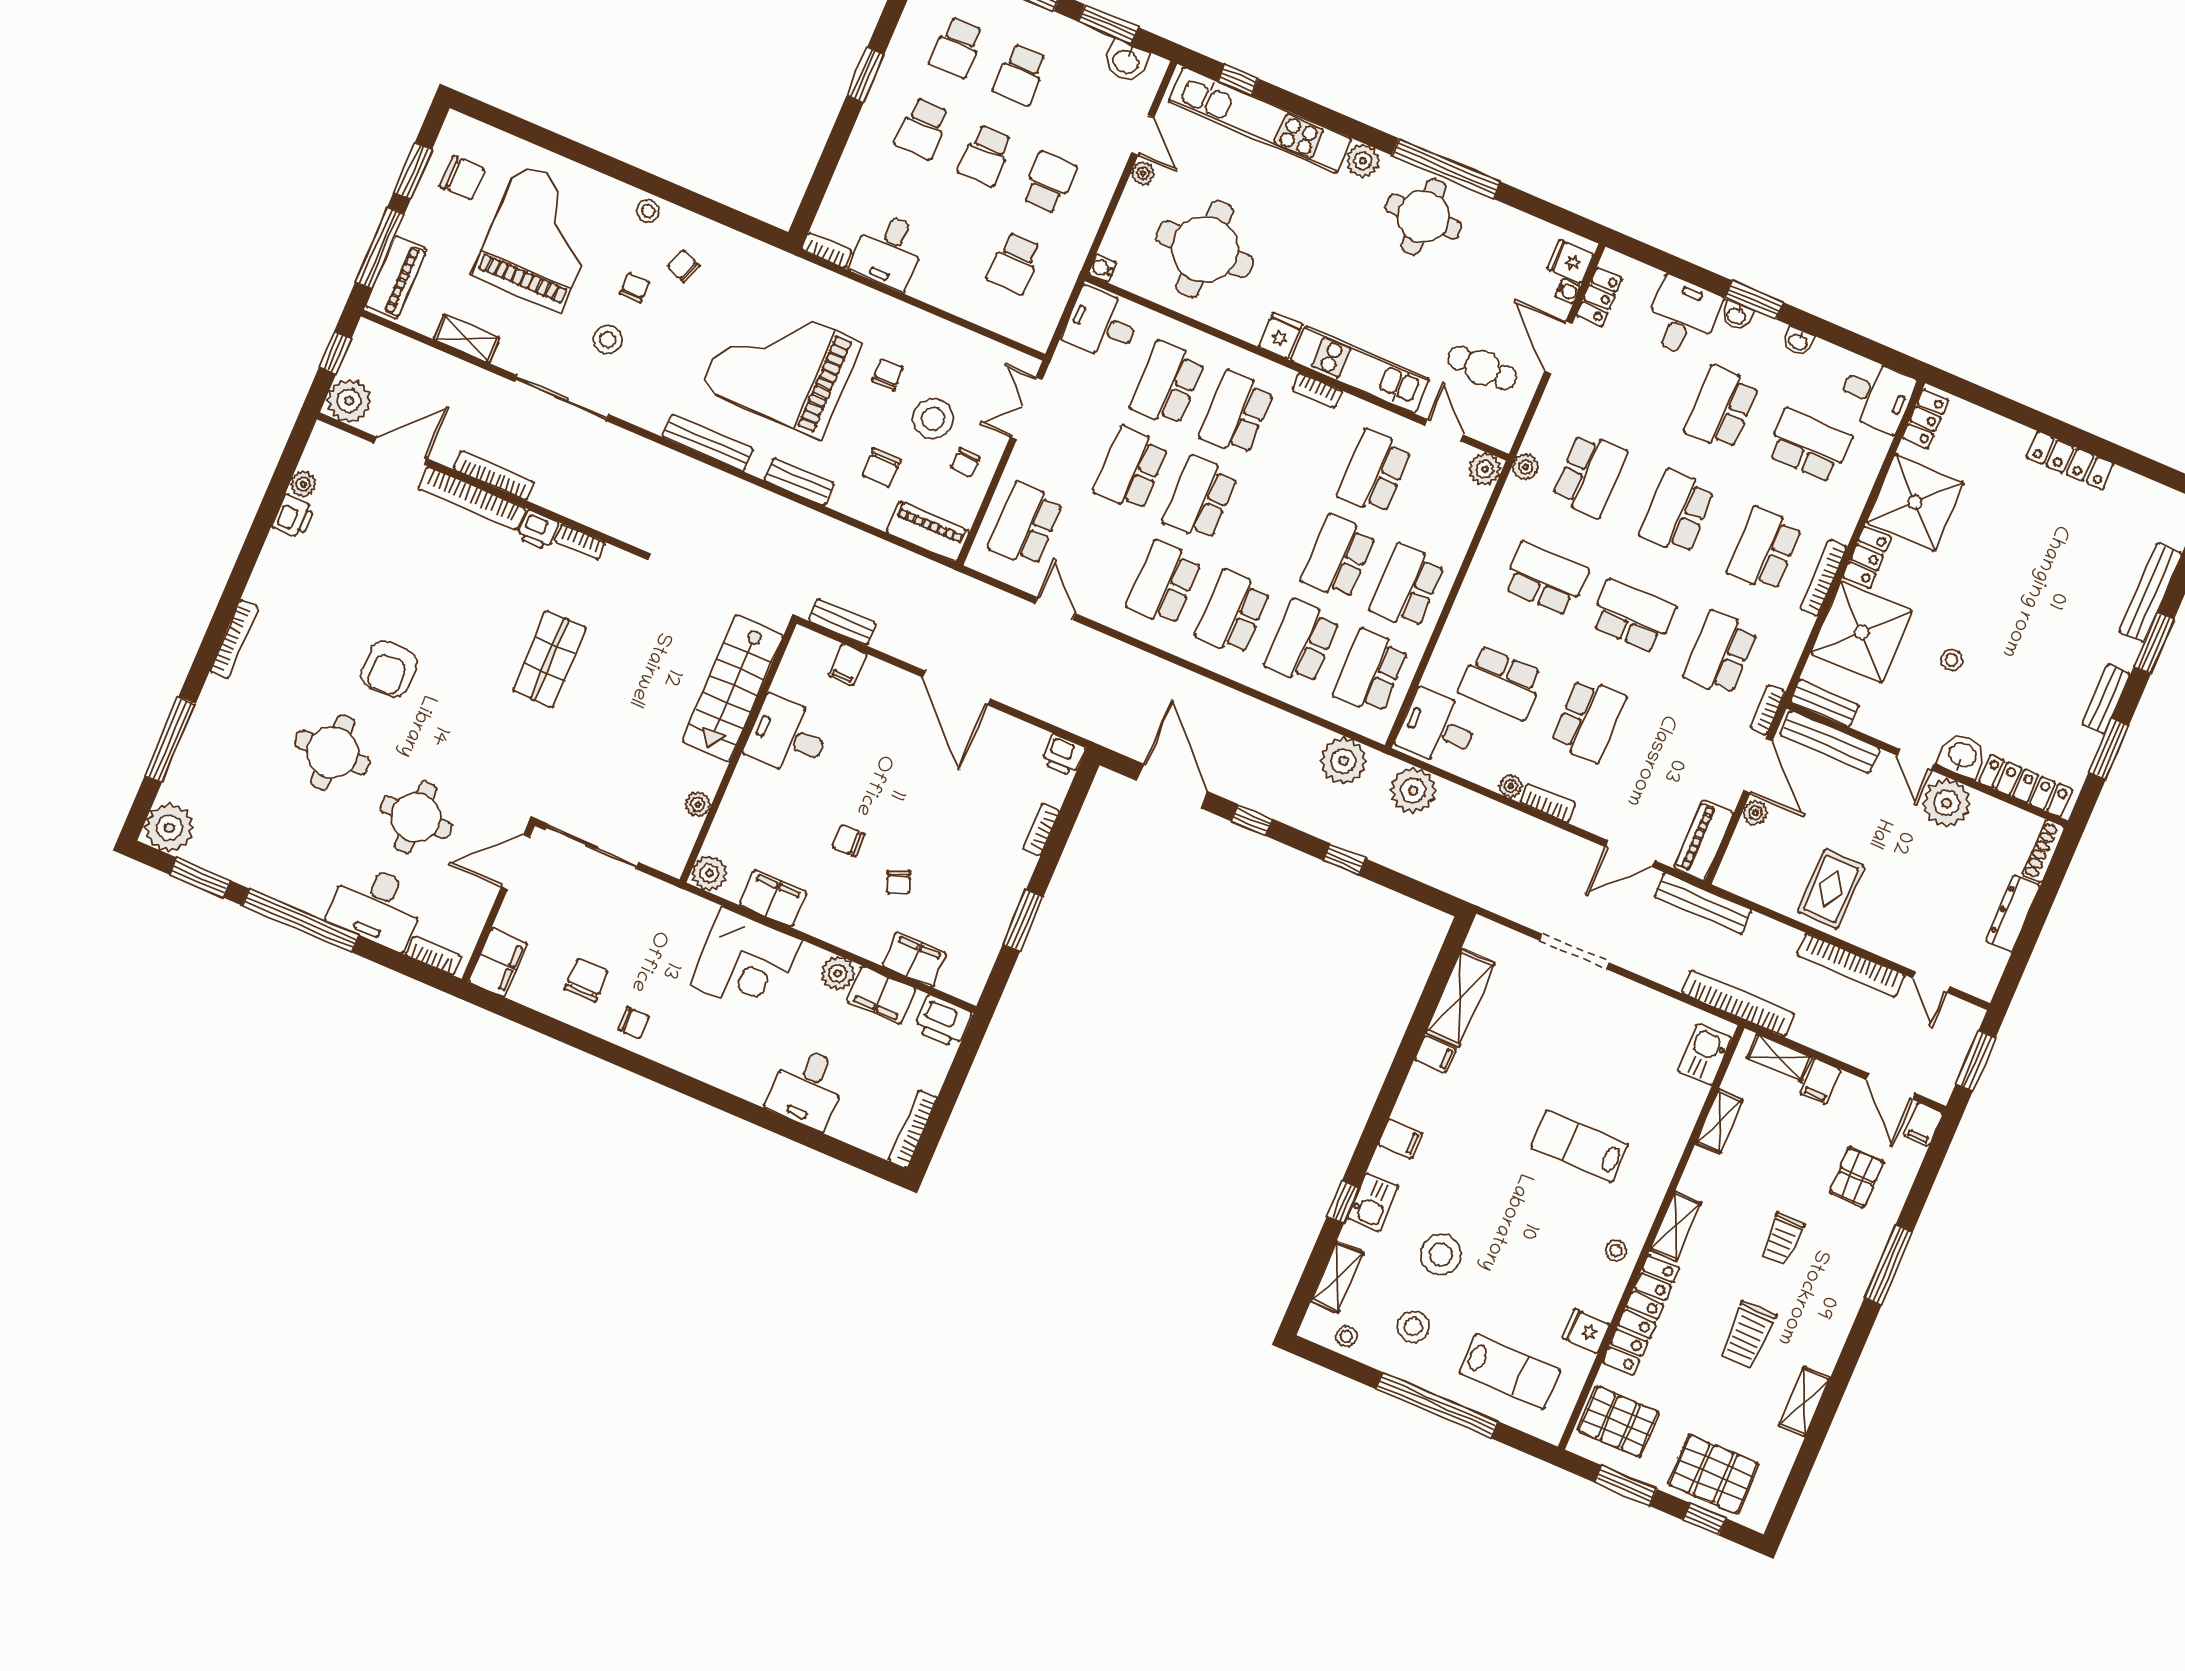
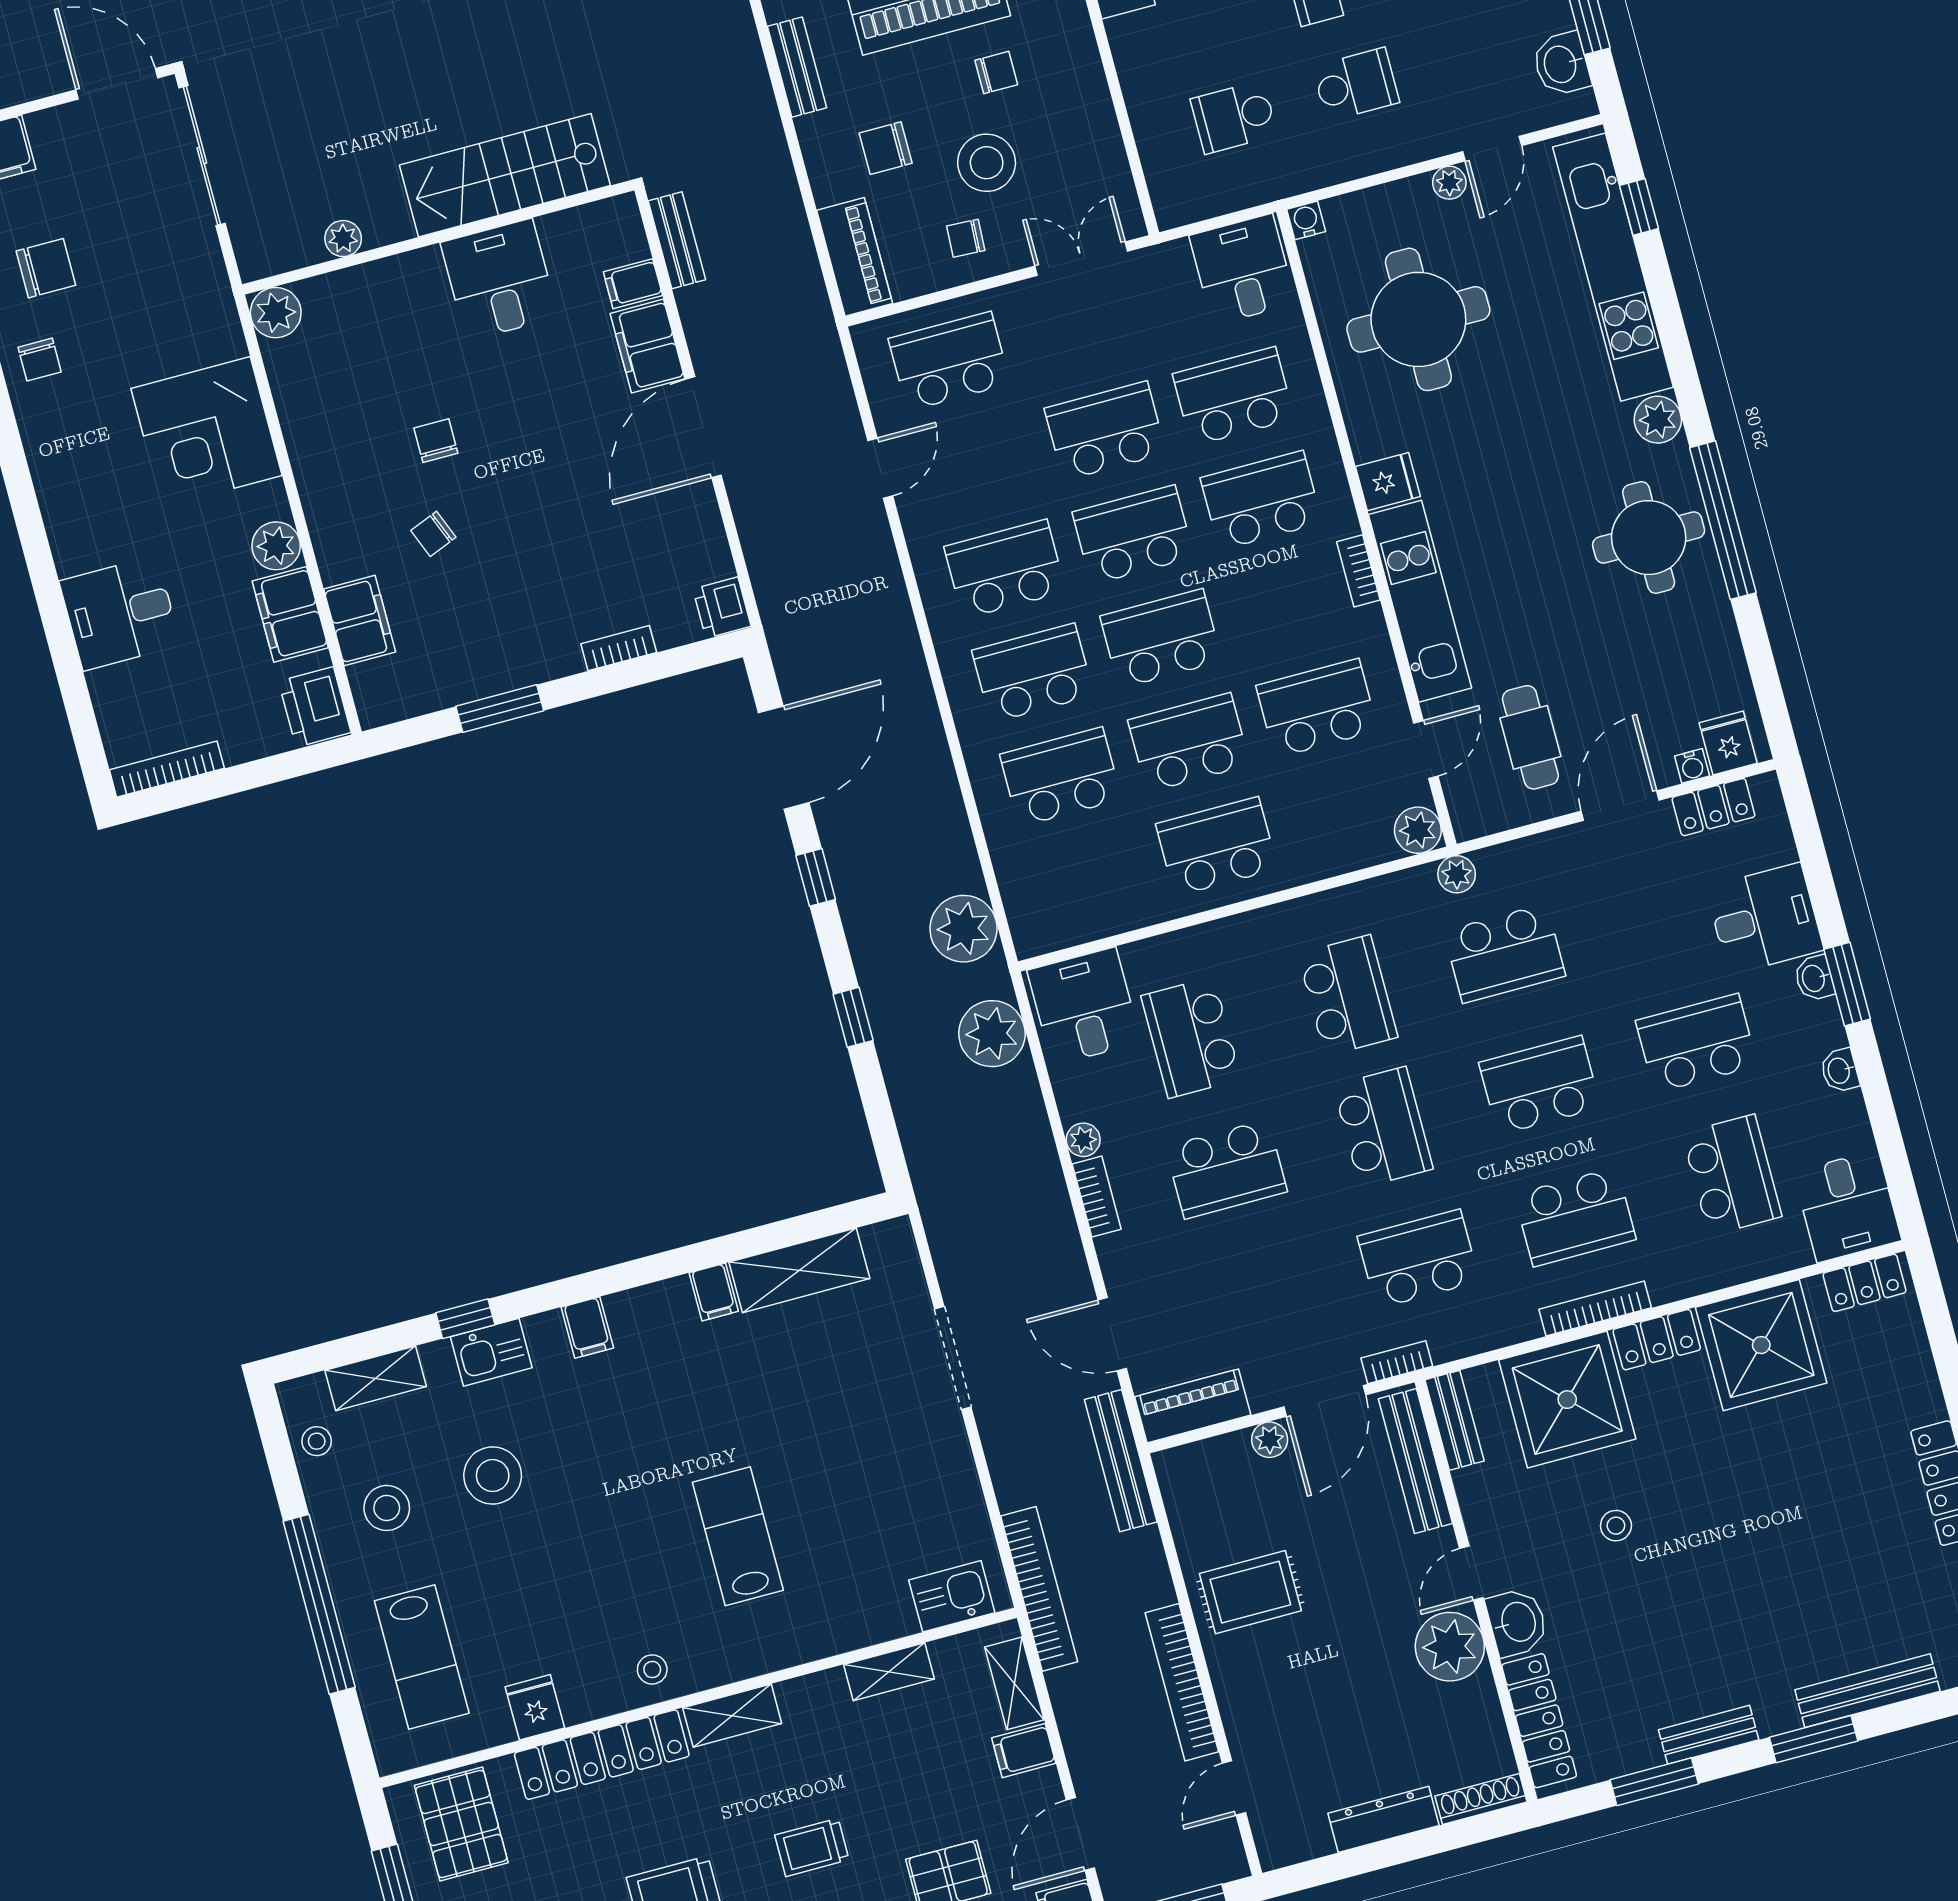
school desk: (1765, 549) -> (1575, 1217), turned 180
school desk: (1371, 672) -> (1161, 639), moved
filing cabinet: (773, 899) -> (648, 346), moved, turned 180

